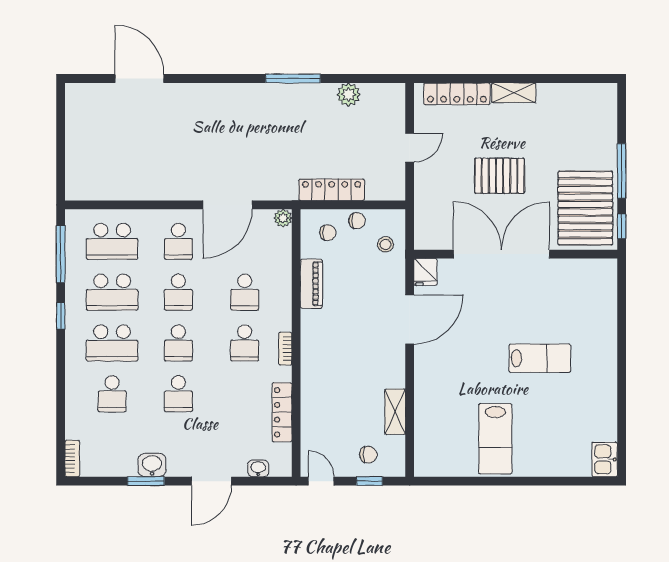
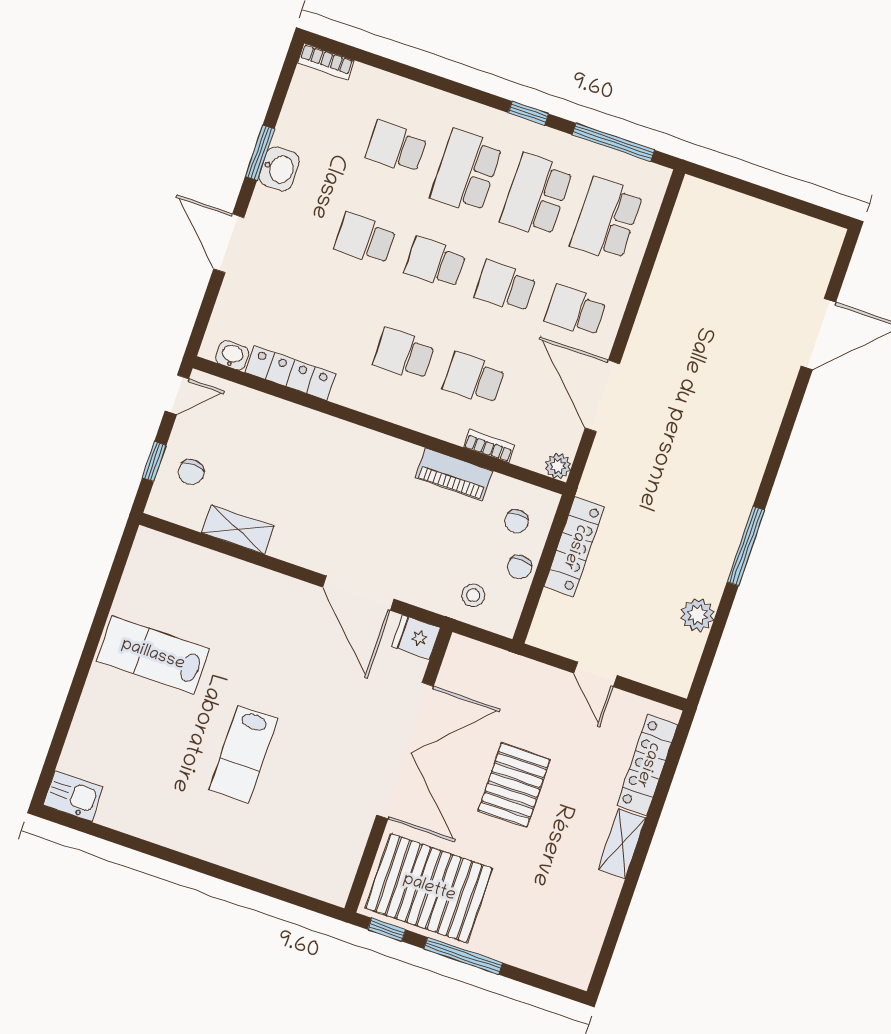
bookcase: (285, 349) -> (489, 446), moved
washbasin: (258, 468) -> (232, 355), moved, turned -90

